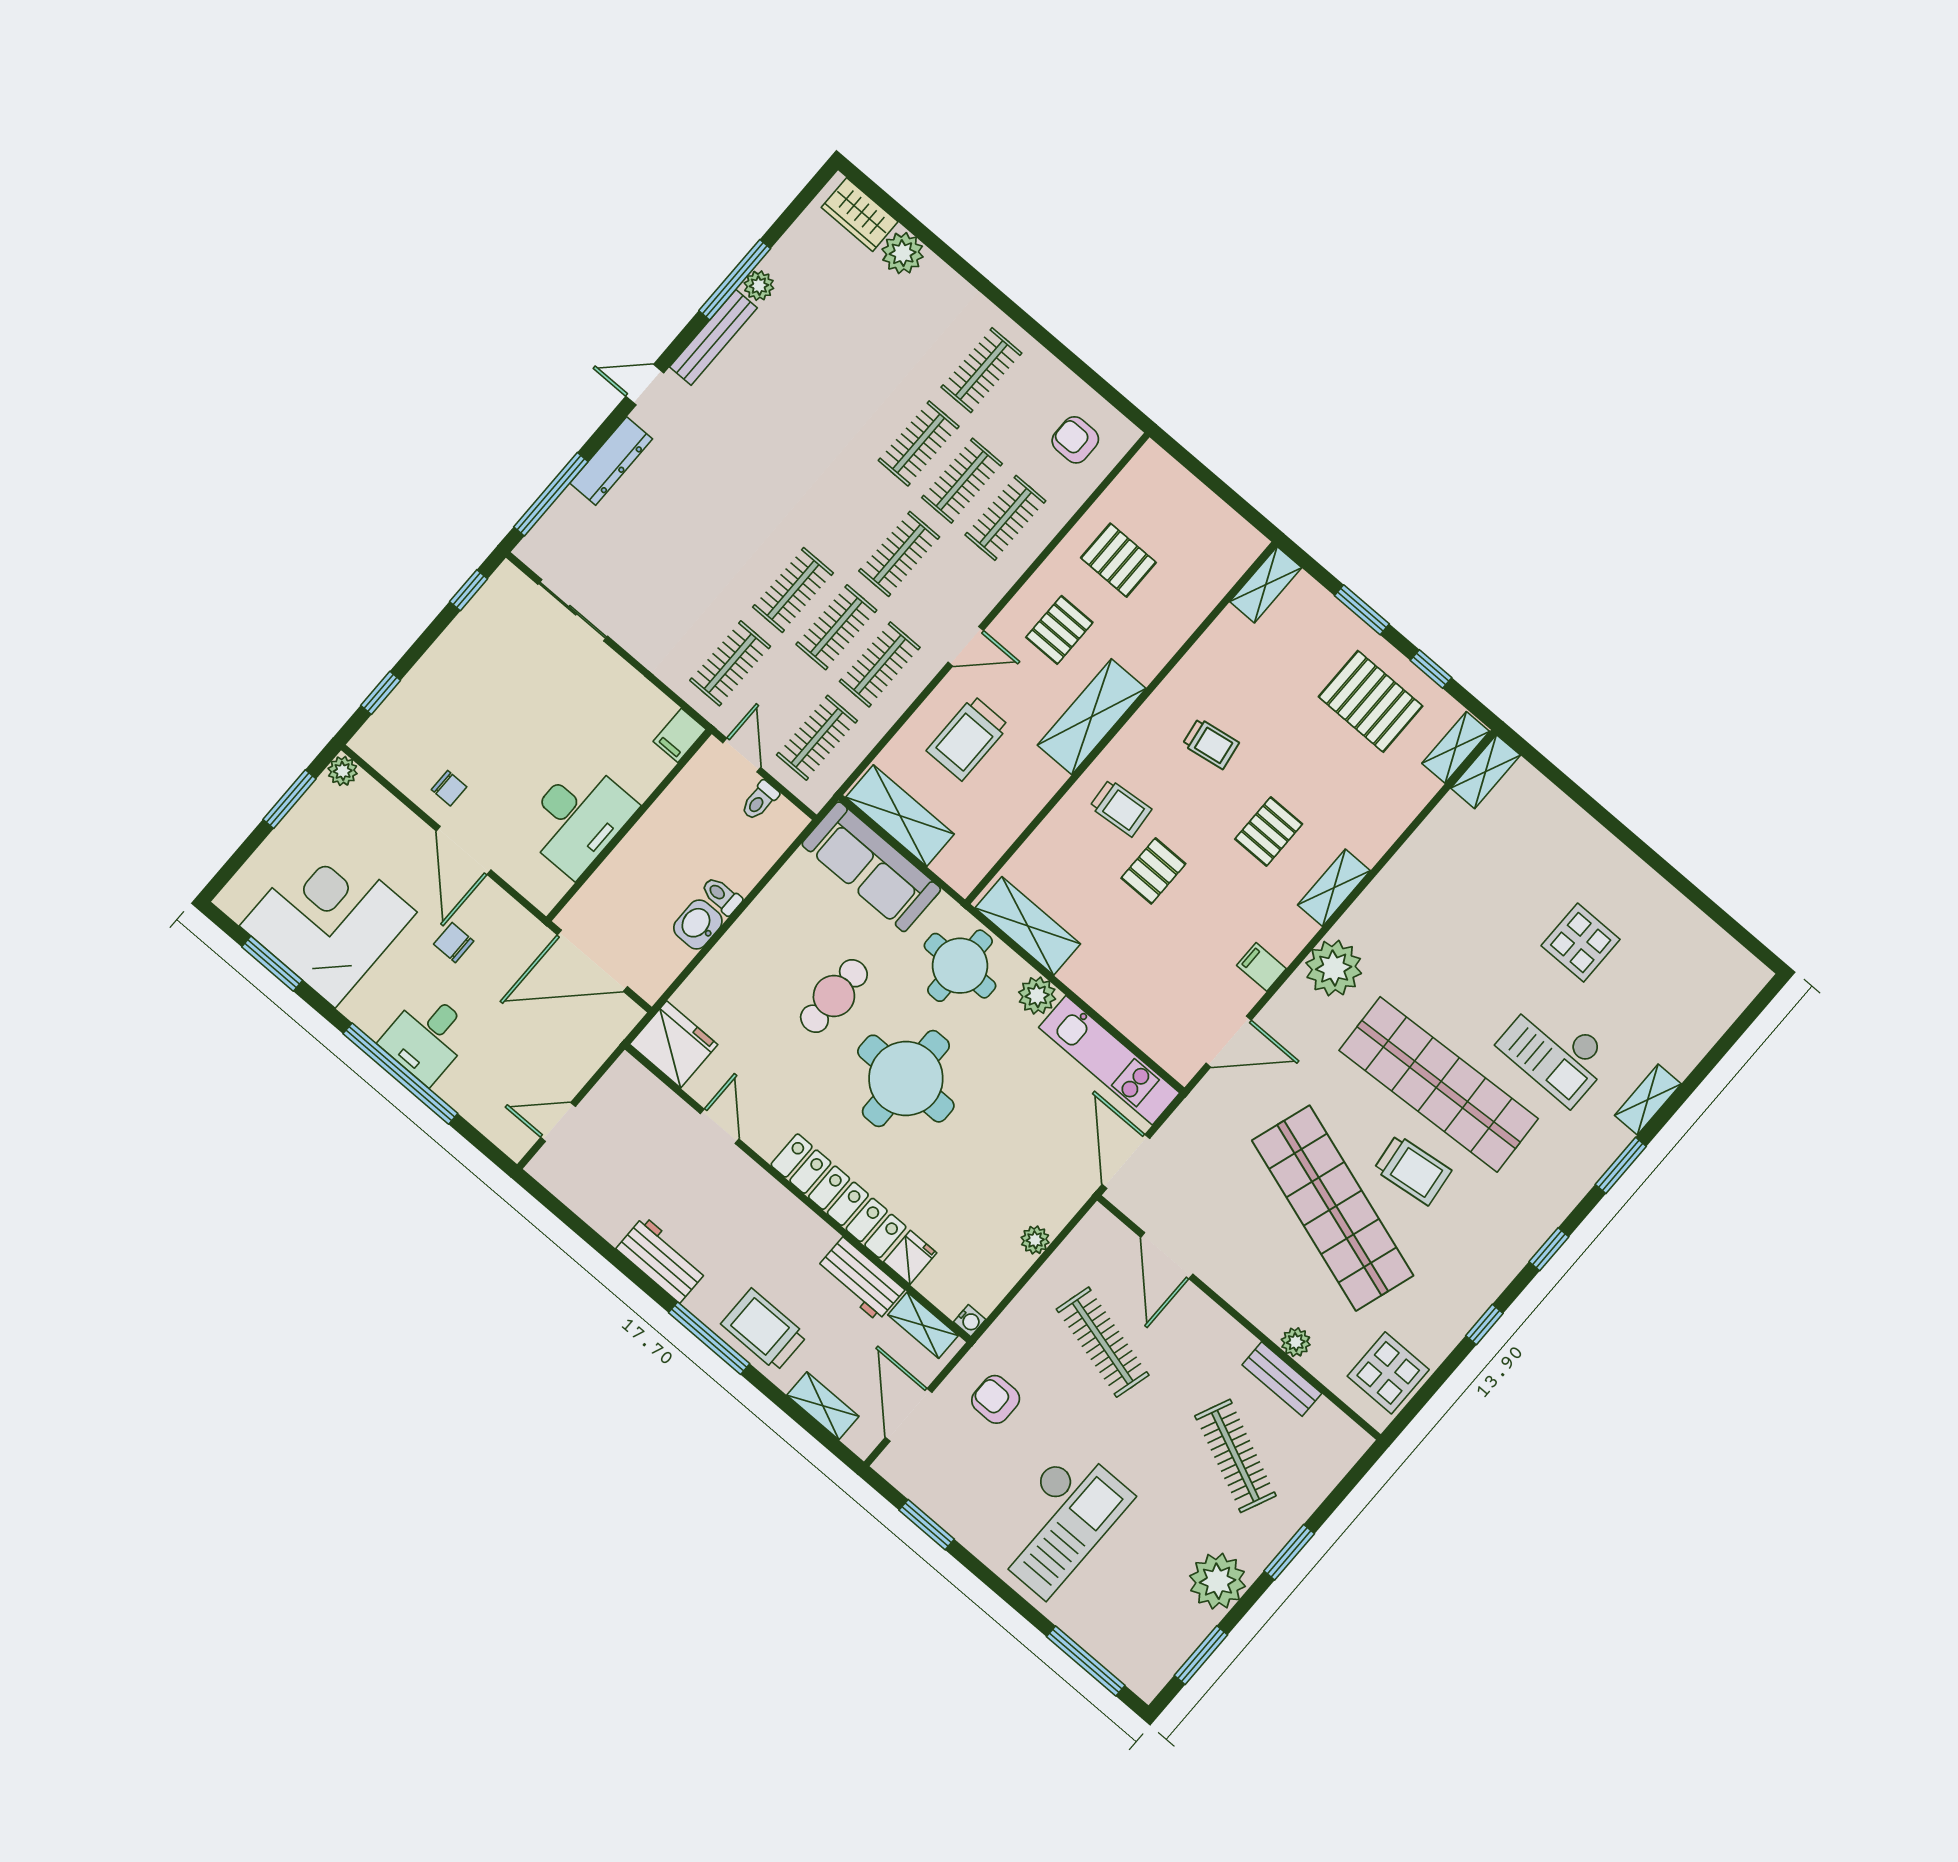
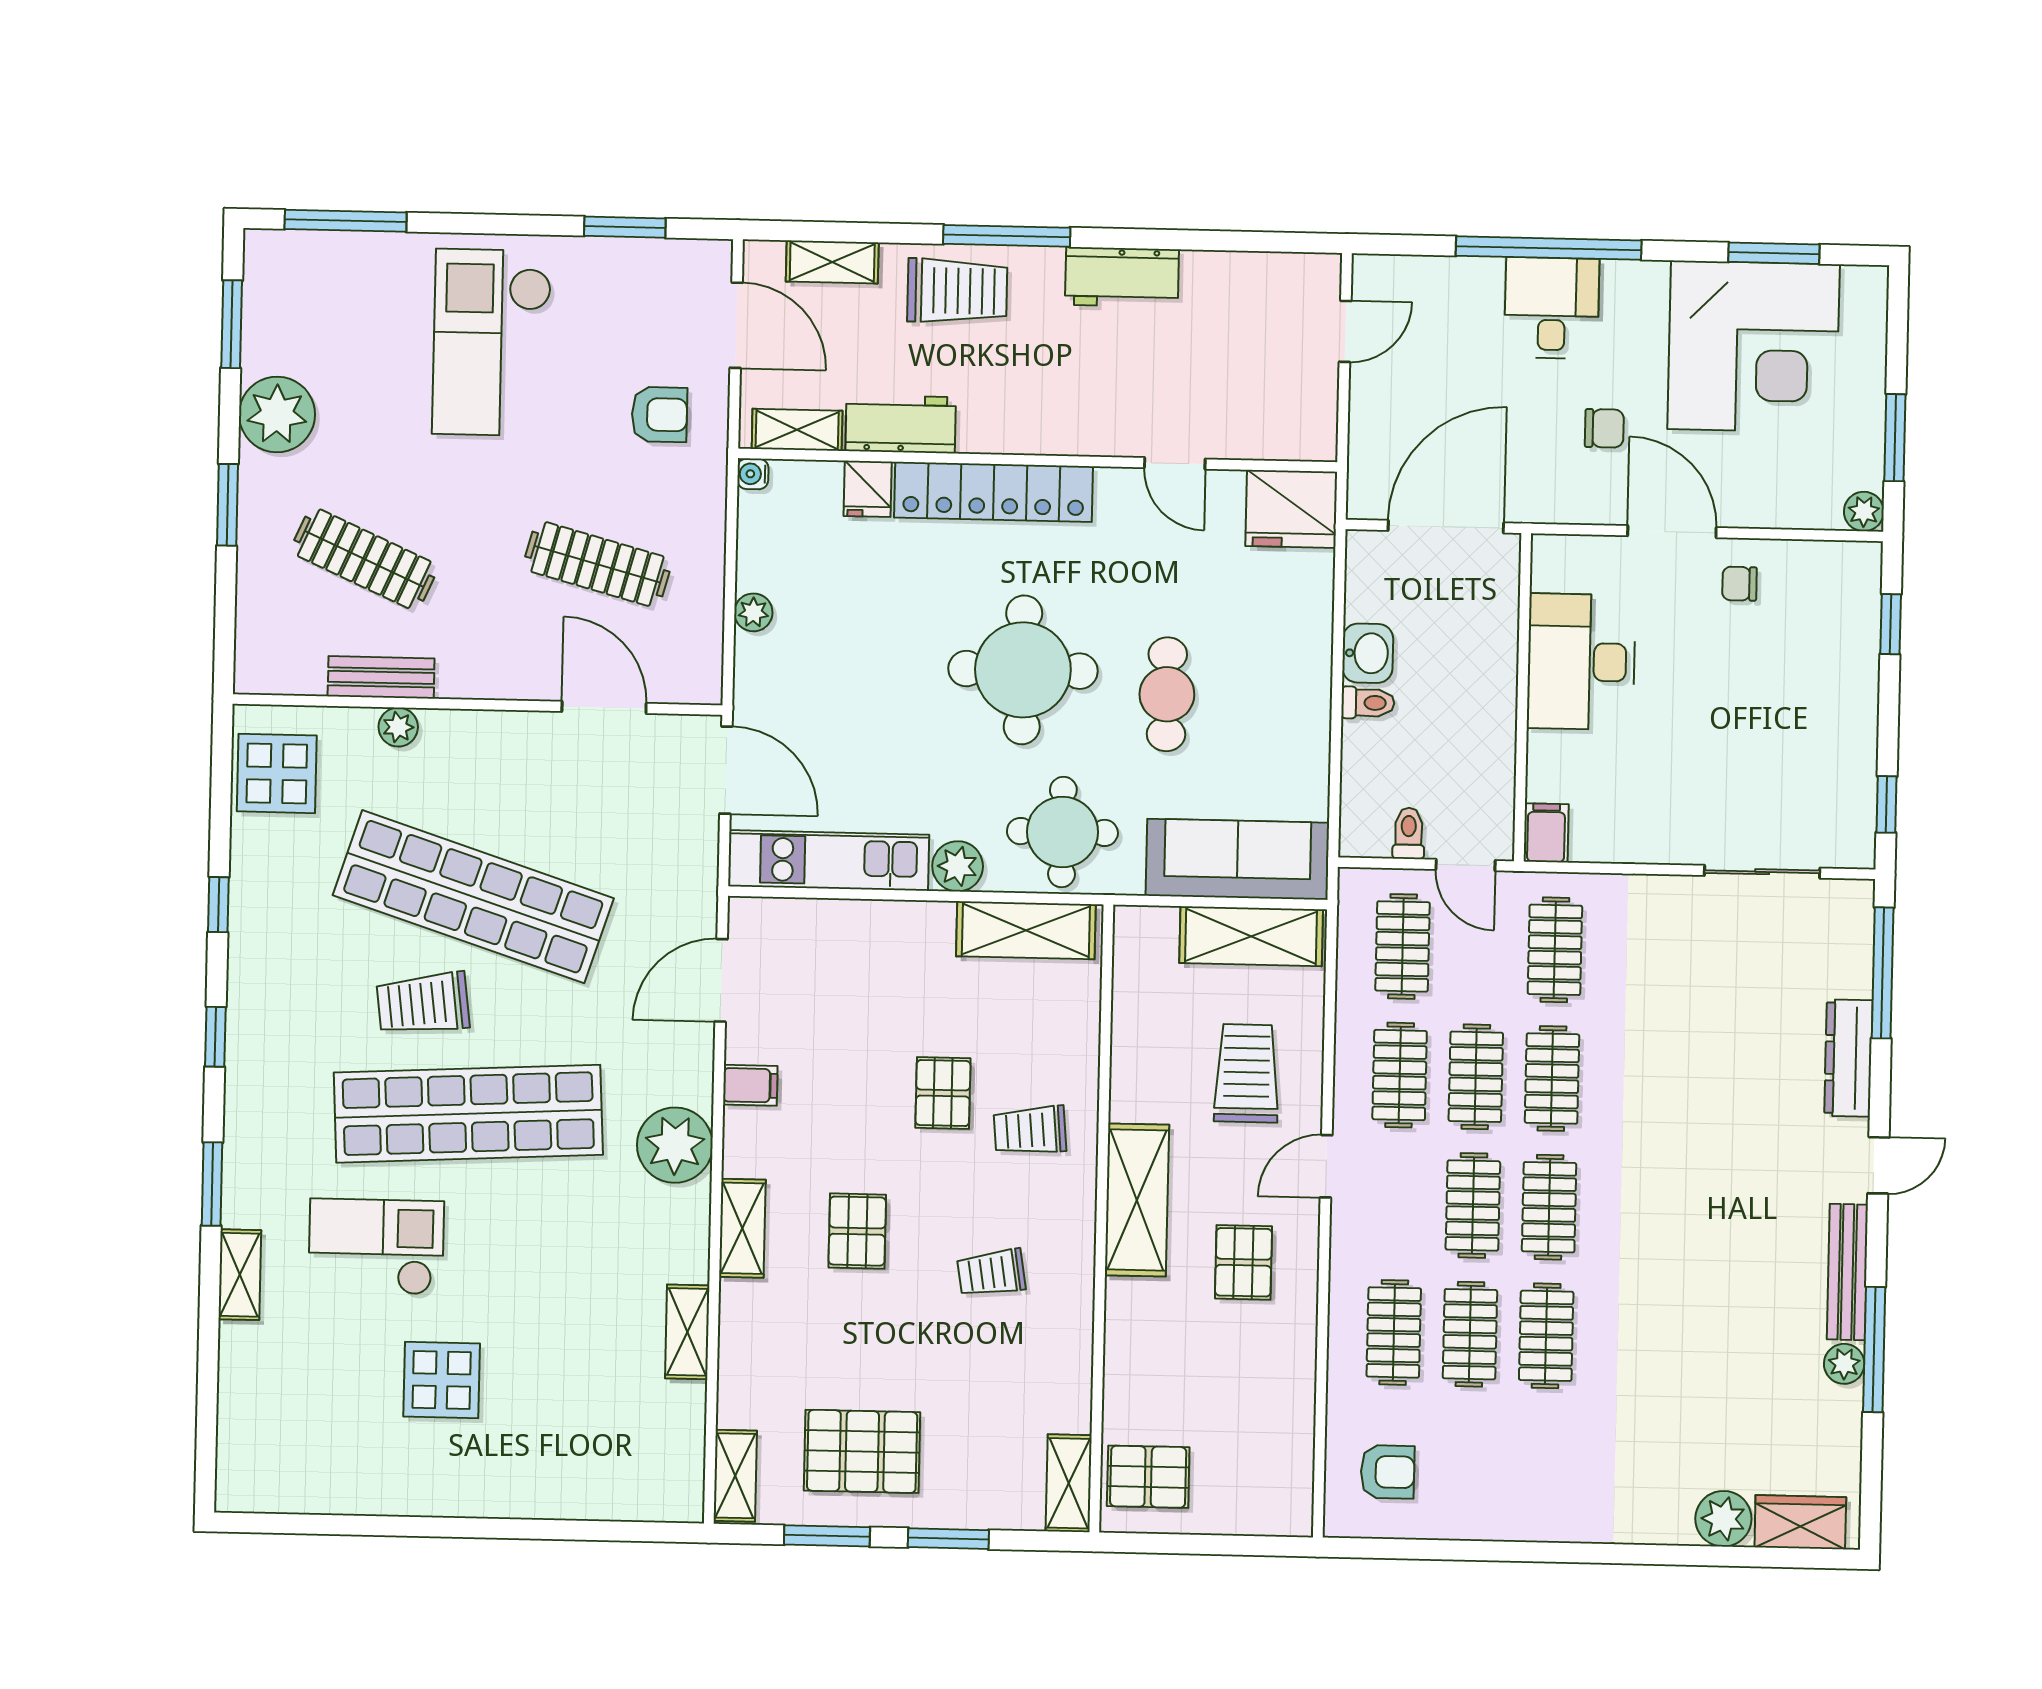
clothes rail: (981, 370) -> (1549, 1207), moved
pallet: (1118, 560) -> (1148, 1477), moved
window: (1431, 669) -> (827, 1536), width x1.50
shelving: (1486, 772) -> (687, 1332), moved

